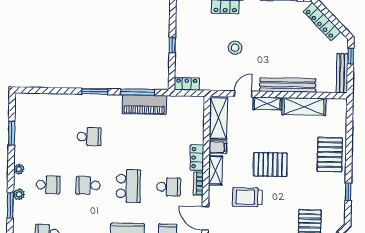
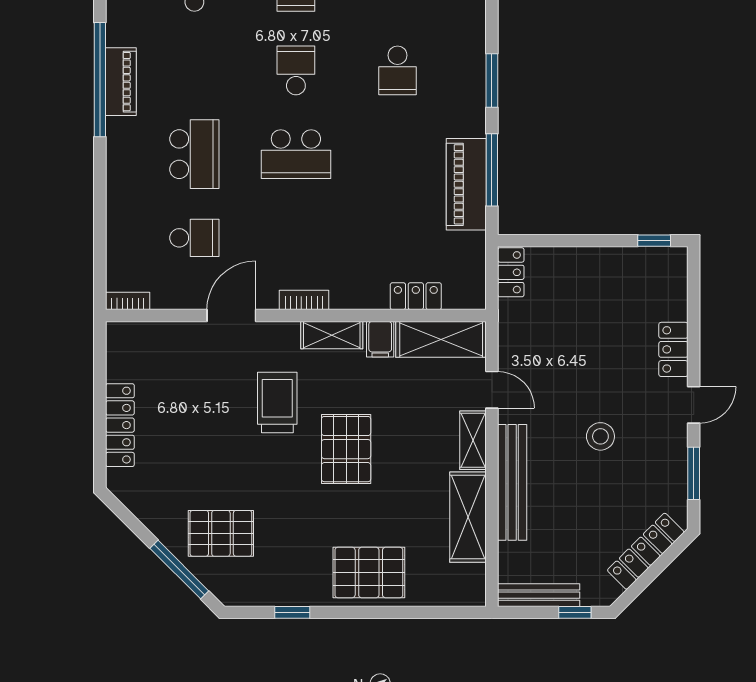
window: (172, 45) -> (654, 241), moved
stool: (235, 48) -> (600, 436), moved
locker: (197, 158) -> (416, 296), moved
school desk: (168, 187) -> (296, 238), removed

